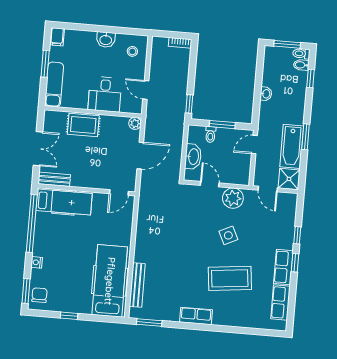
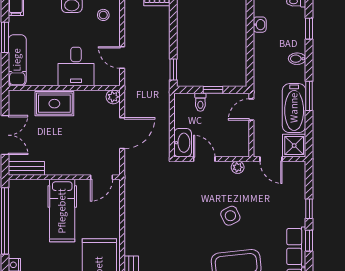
bidet: (301, 65) -> (297, 59), moved
washbasin: (266, 94) -> (260, 25), moved
window: (222, 125) -> (213, 90), width x0.67
washbasin: (193, 157) -> (183, 143), moved
plant: (233, 198) -> (238, 167), width x0.53, depth x0.53
hospital bed: (64, 202) -> (62, 211), moved, turned 90

